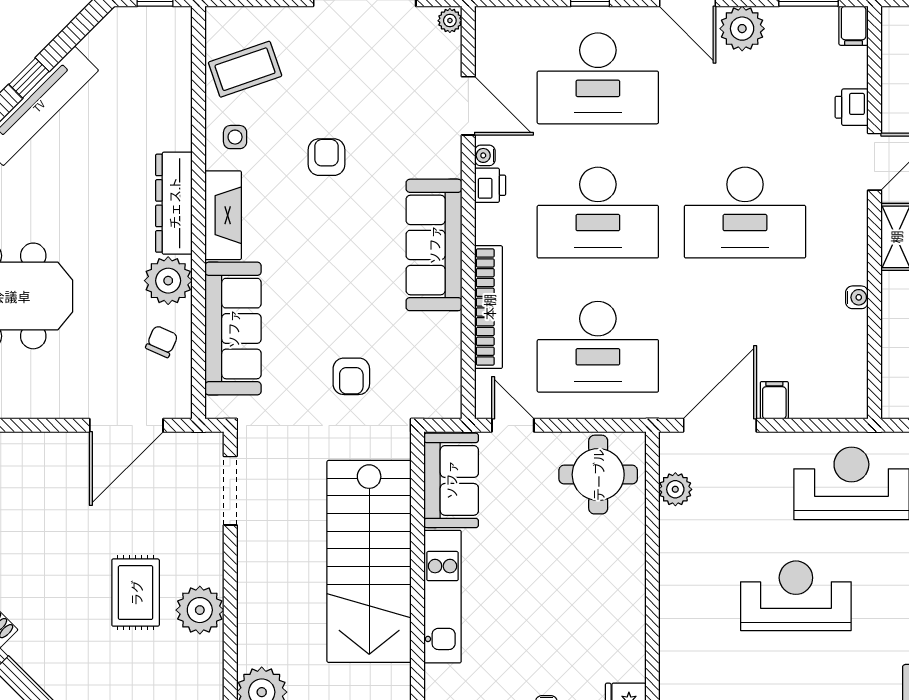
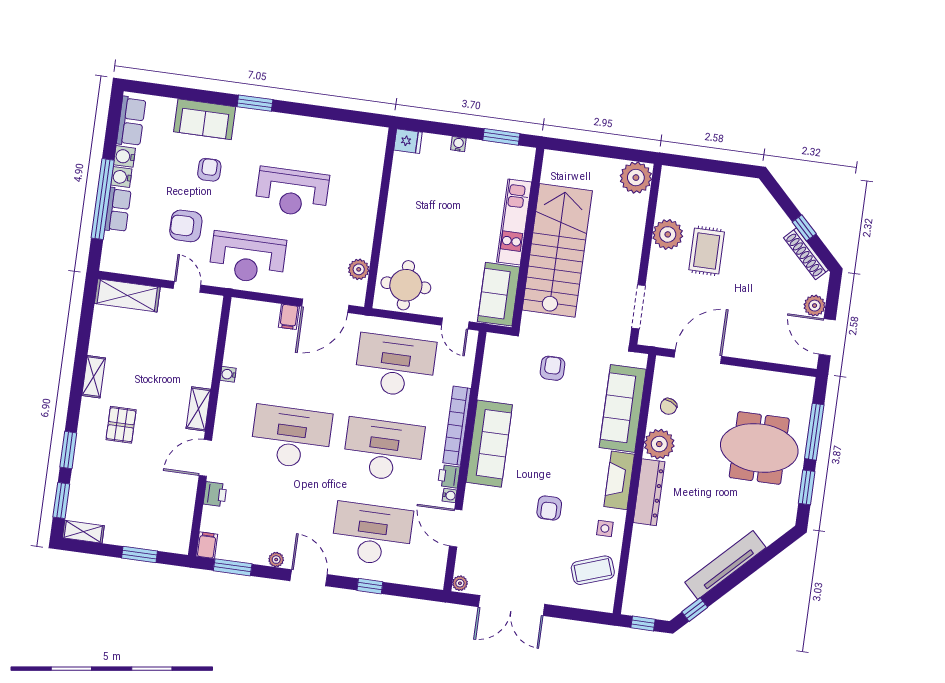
plant: (742, 29) -> (276, 560), width x0.53, depth x0.53
window: (29, 78) -> (695, 610), moved
bookcase: (489, 307) -> (457, 426), moved

